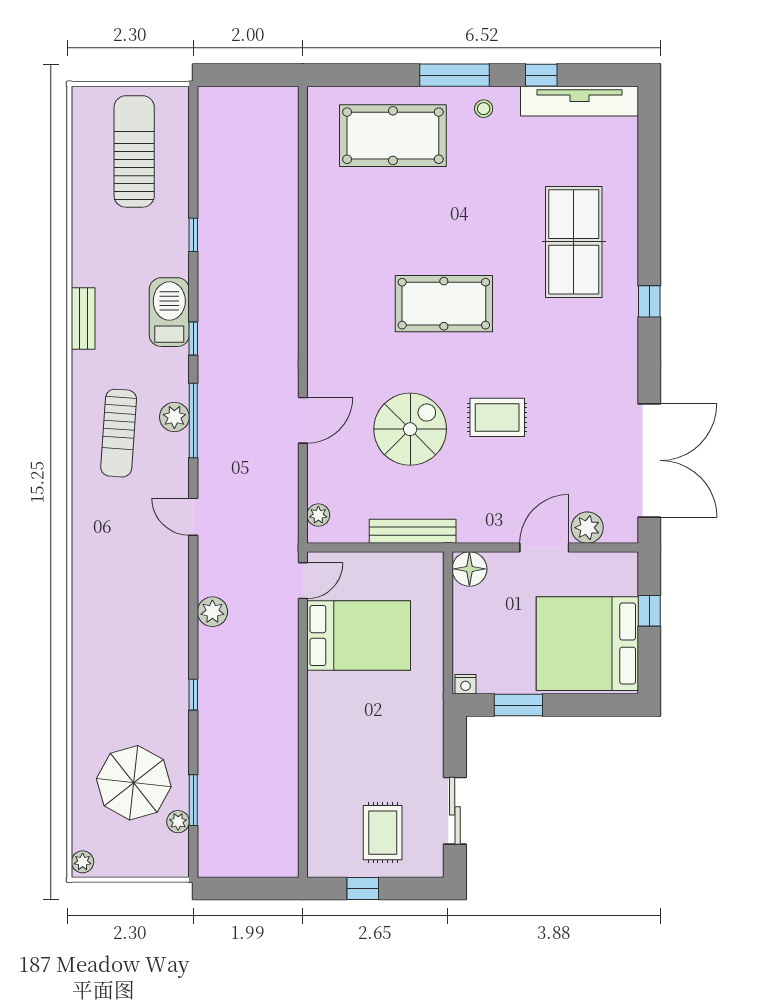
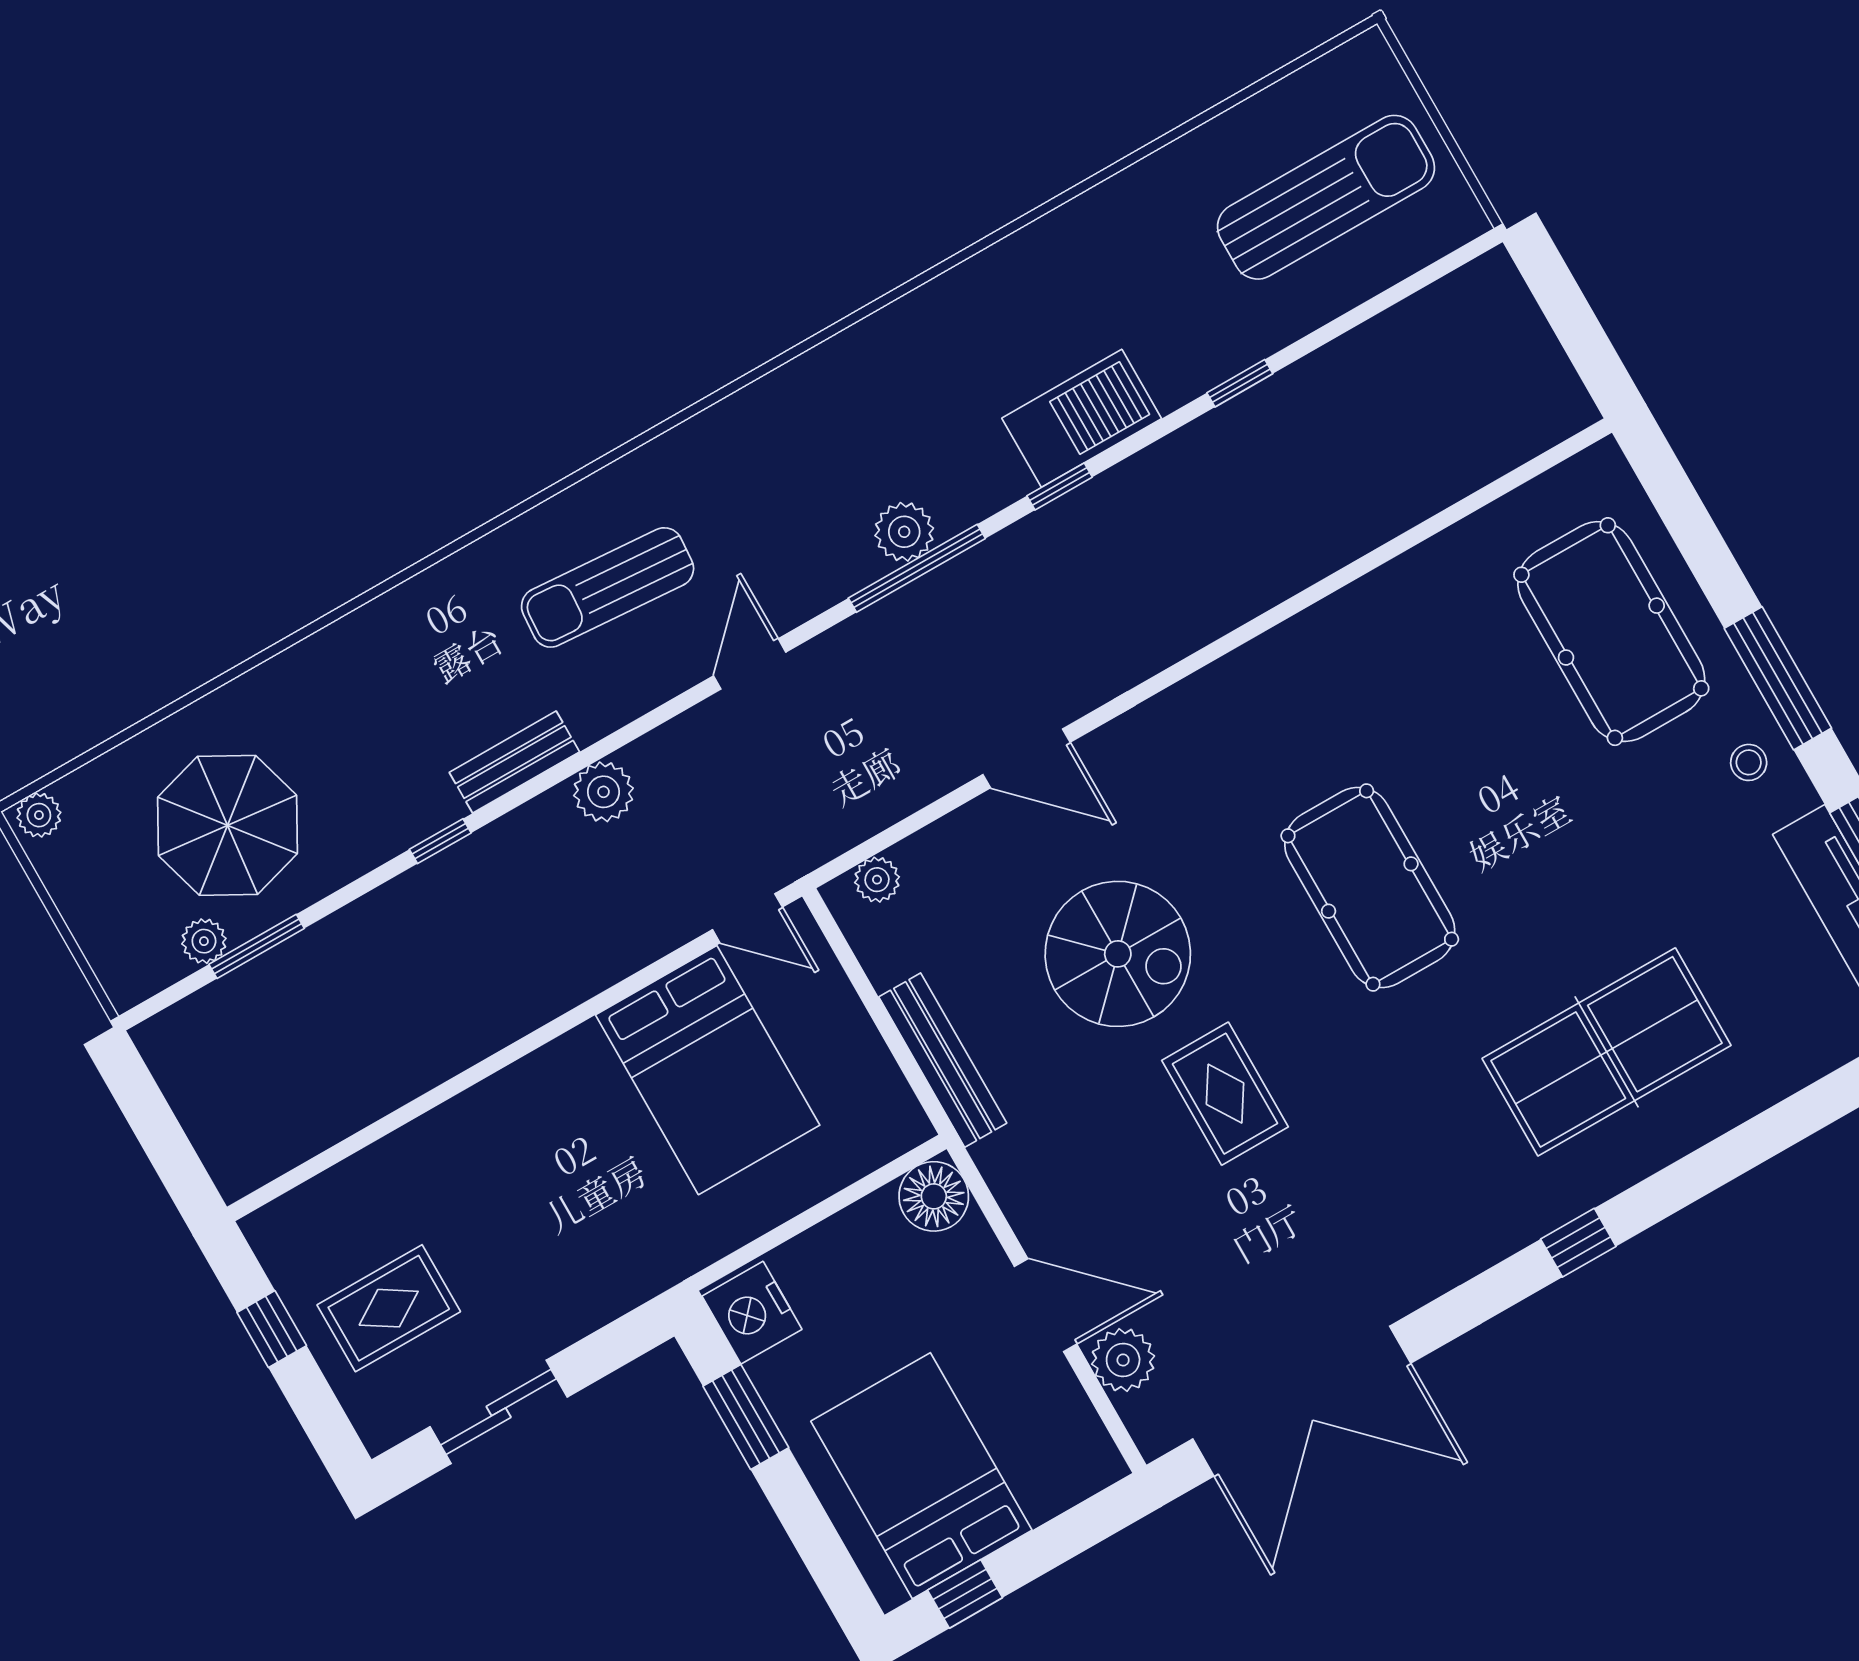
bench: (83, 318) -> (514, 762), moved
sun lounger: (119, 433) -> (608, 587), moved
window: (649, 611) -> (965, 1594), moved
bed: (587, 644) -> (921, 1476), width x0.73
nightstand: (466, 684) -> (752, 1313), width x1.89, depth x1.79

